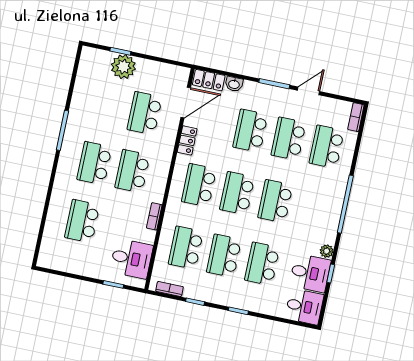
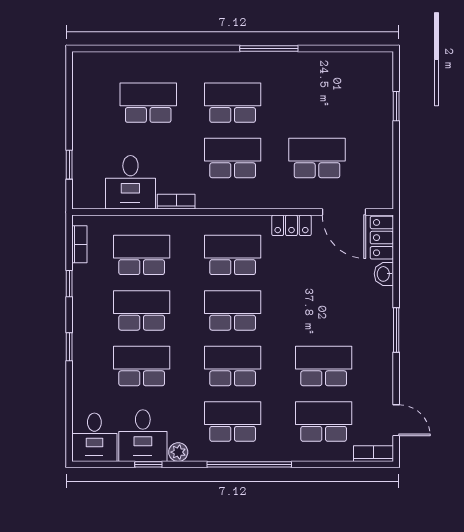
plant: (123, 67) -> (376, 115), removed
door: (308, 91) -> (396, 420), moved
school desk: (250, 131) -> (233, 422), moved
desk: (131, 259) -> (130, 182), moved

